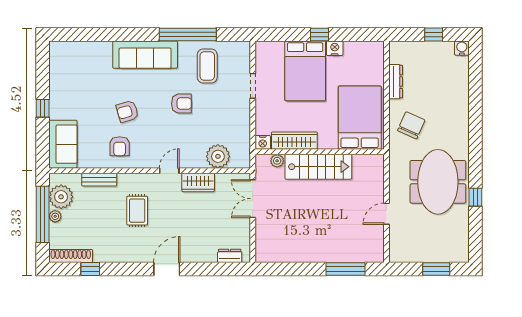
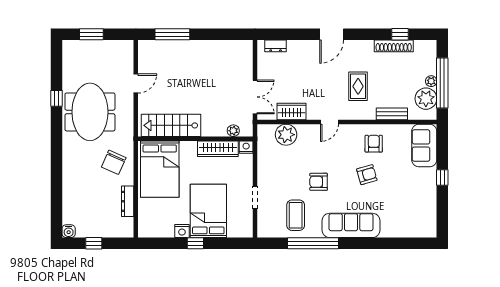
stairs: (318, 167) -> (171, 125), moved
wardrobe: (198, 182) -> (292, 111), moved
shoe rack: (71, 256) -> (394, 46), moved

